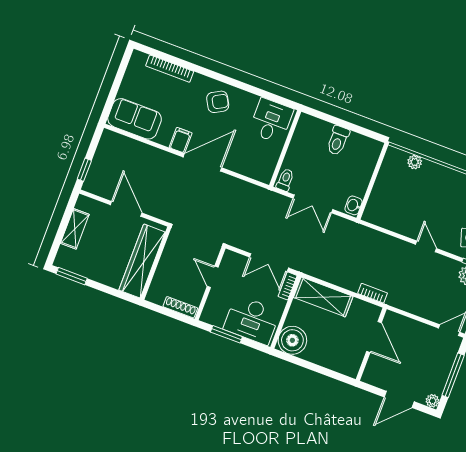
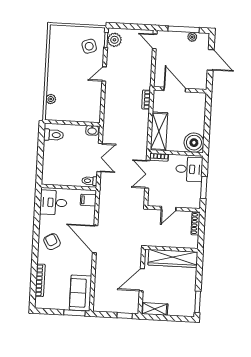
window: (110, 102) -> (74, 313), added
filing cabinet: (181, 140) -> (88, 200), moved
toilet: (338, 140) -> (54, 135), moved
shelving: (75, 229) -> (155, 309), moved
double door: (269, 263) -> (147, 174), swing flipped
desk: (252, 320) -> (189, 169), width x0.73
door: (374, 337) -> (175, 90), hinge flipped
plant: (432, 401) -> (192, 37), moved

